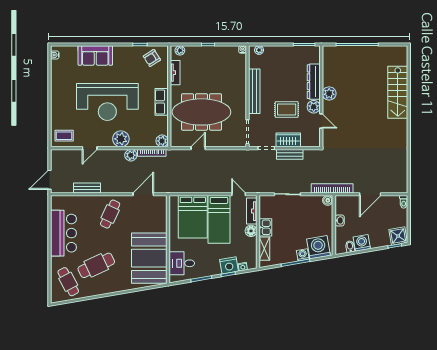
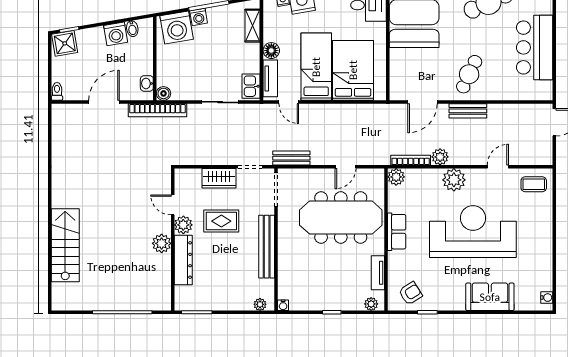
bench: (290, 154) -> (291, 158), moved
bench: (87, 188) -> (468, 111), moved
washbasin: (340, 220) -> (147, 83), moved
kitchen sink: (265, 227) -> (251, 86), moved

